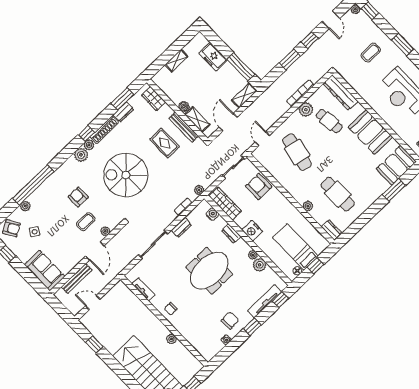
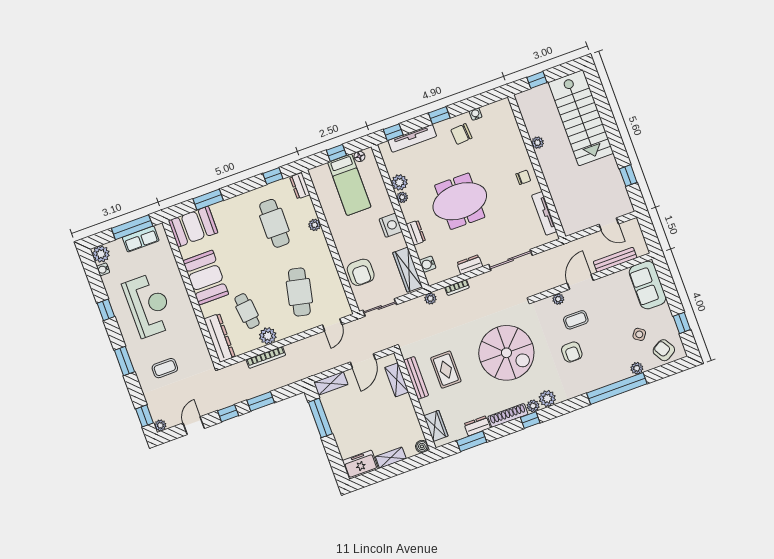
freezer: (213, 57) -> (360, 465), moved, turned -90
boiler: (184, 107) -> (422, 446), moved
window: (354, 228) -> (273, 176), added
tv unit: (144, 289) -> (544, 213), width x1.41

